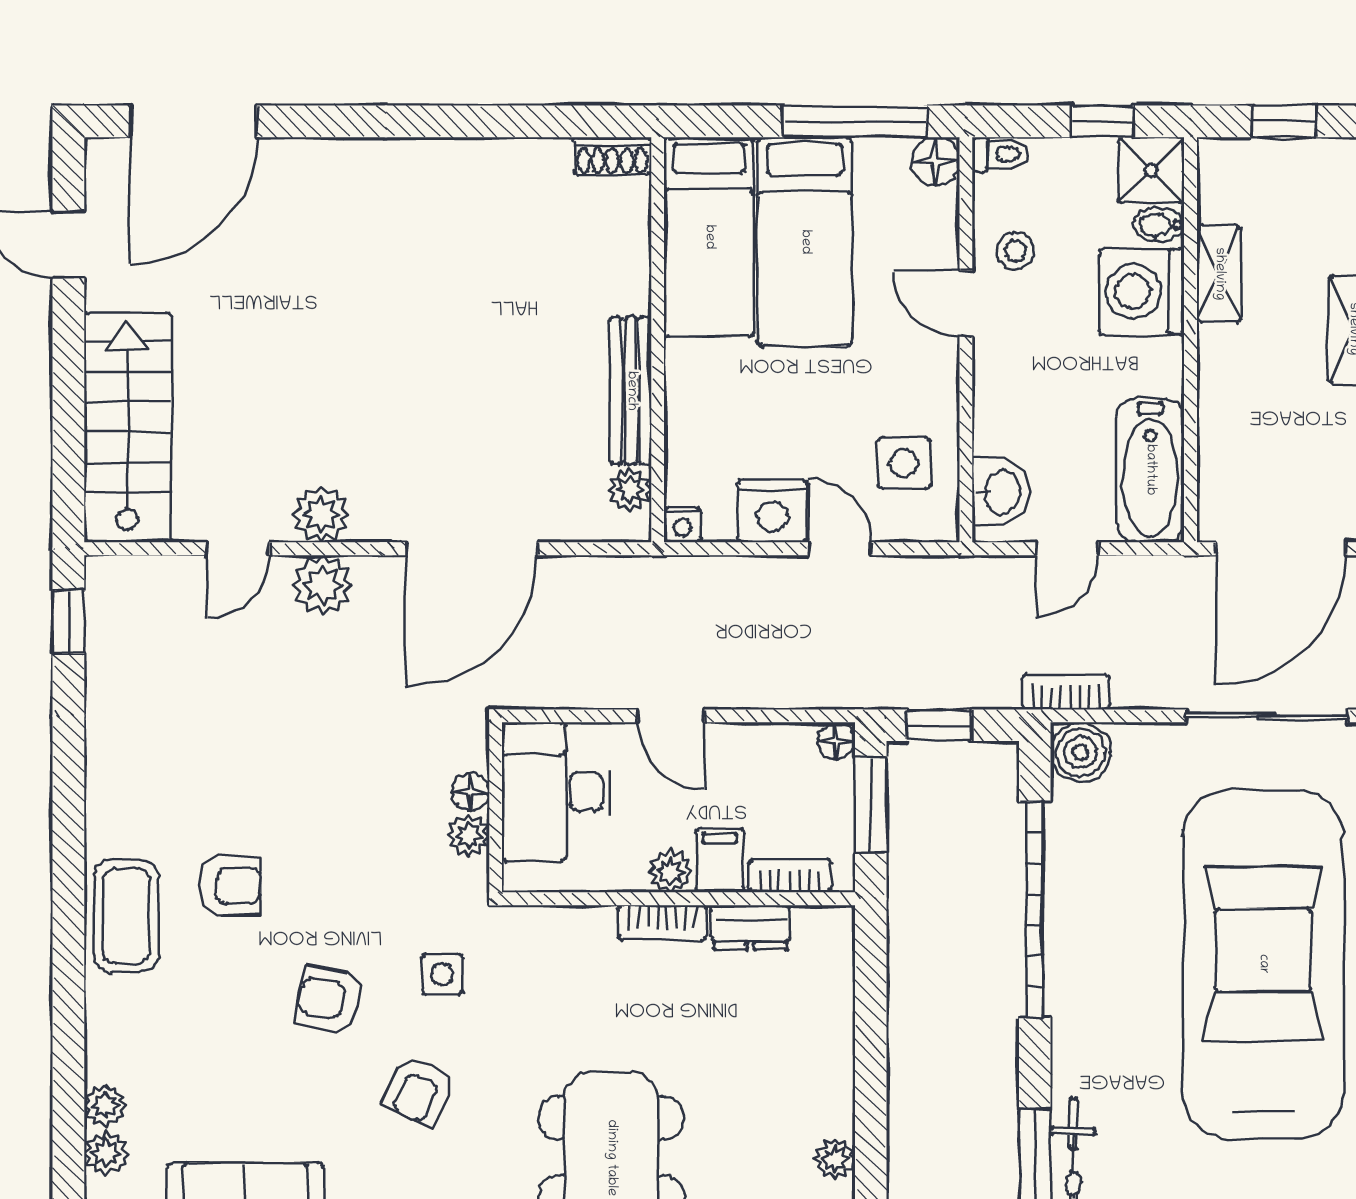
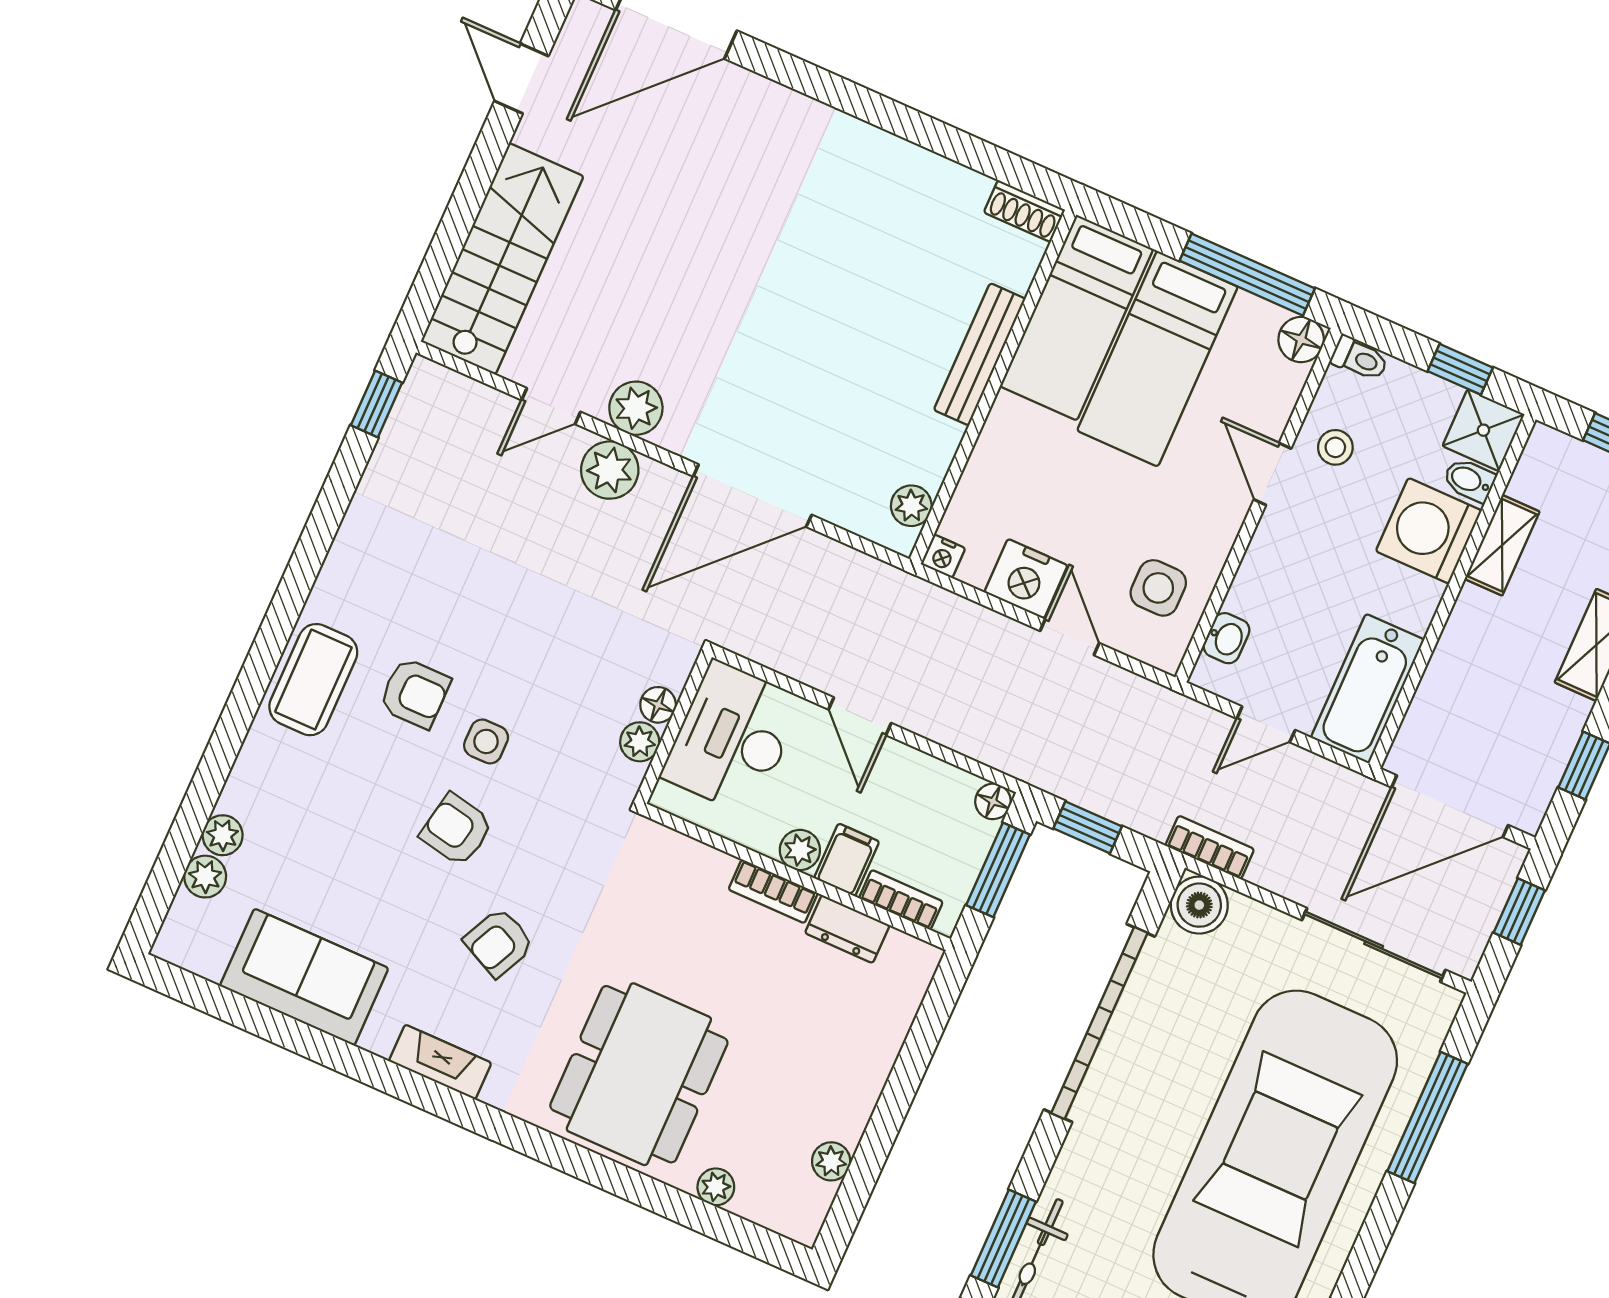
bench: (631, 391) -> (980, 354), moved
washbasin: (1001, 492) -> (1226, 638), width x0.72, depth x0.69
side table: (442, 975) -> (486, 741), moved

